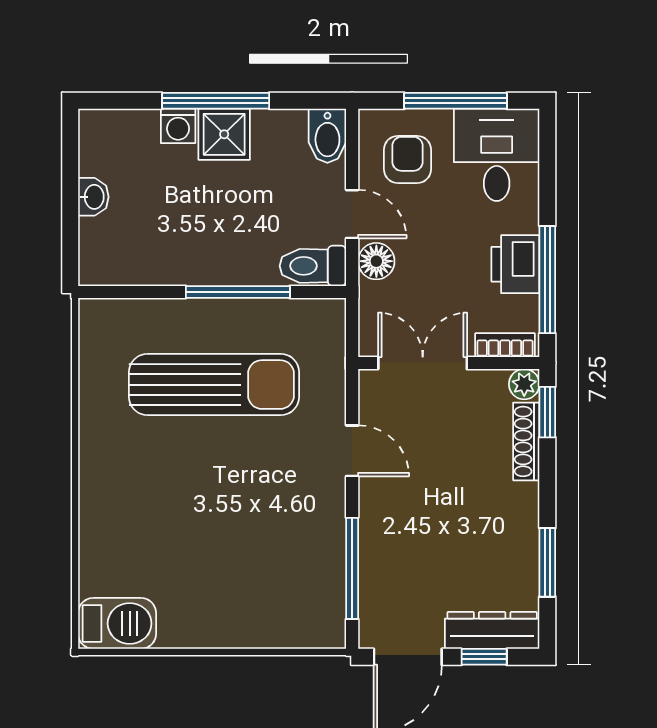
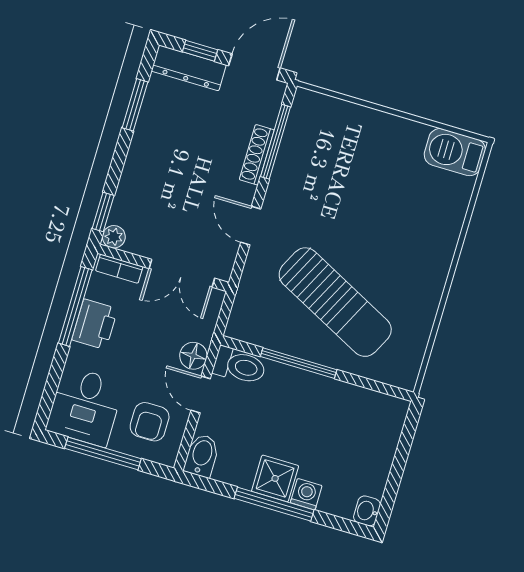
washbasin: (93, 197) -> (367, 511), moved
sun lounger: (214, 385) -> (335, 302), turned -153
shoe rack: (526, 441) -> (257, 155), moved, turned 180

